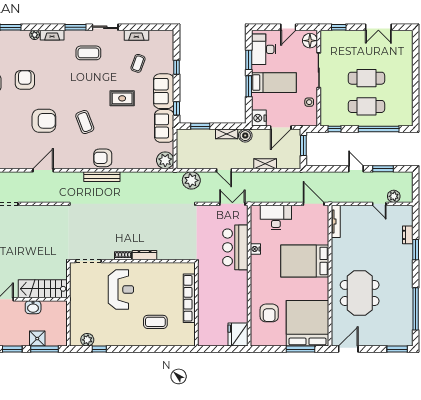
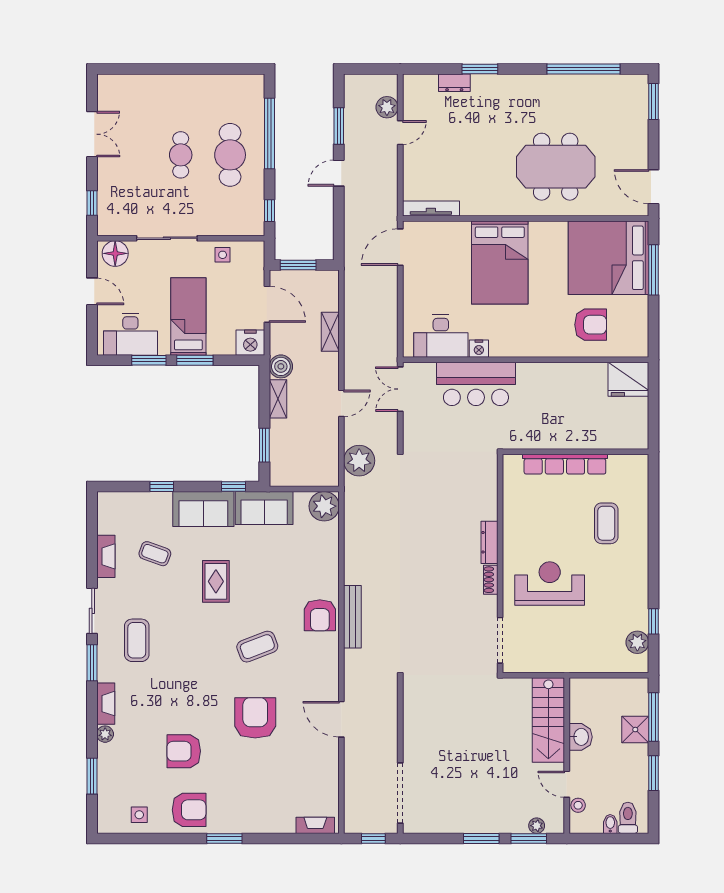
cafe table: (366, 78) -> (181, 155), width x0.73, depth x0.74
desk: (276, 217) -> (441, 336), moved, turned -90

